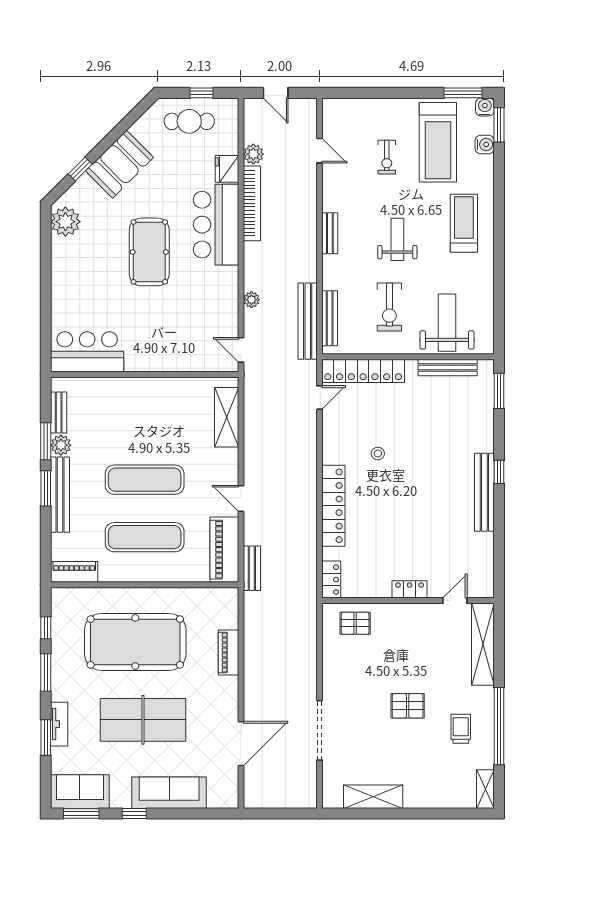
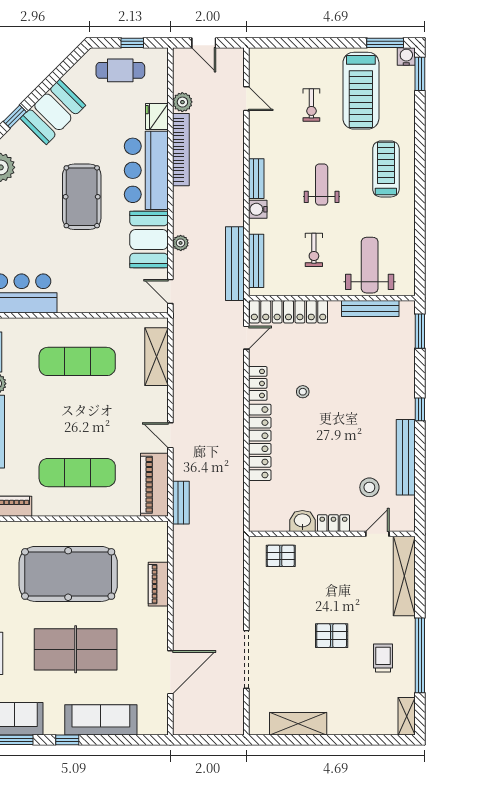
water cooler: (485, 145) -> (258, 209), moved, turned 180
booth: (219, 296) -> (149, 240), added
exercise bike: (389, 307) -> (314, 250), width x0.73, depth x0.72
exercise mat: (145, 480) -> (77, 361), moved
bench: (484, 492) -> (406, 457), moved
stool: (447, 552) -> (369, 487), added
locker: (331, 580) -> (258, 383), moved
washbasin: (378, 587) -> (302, 521), added

